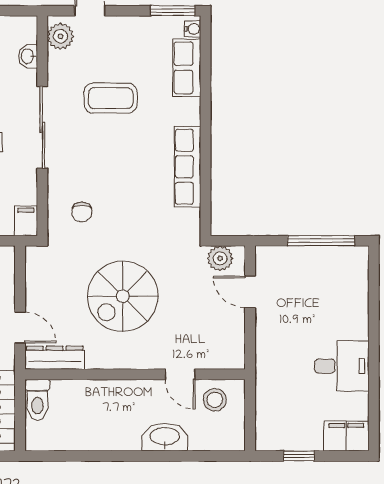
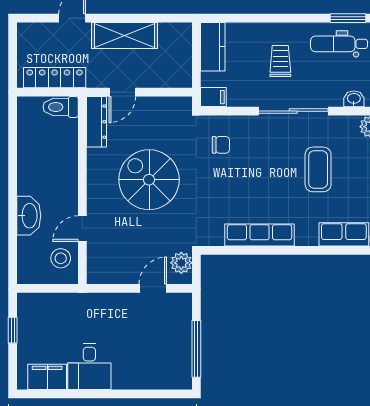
chair: (82, 212) -> (221, 145), turned 180
filing cabinet: (346, 436) -> (47, 377), moved, turned -90

